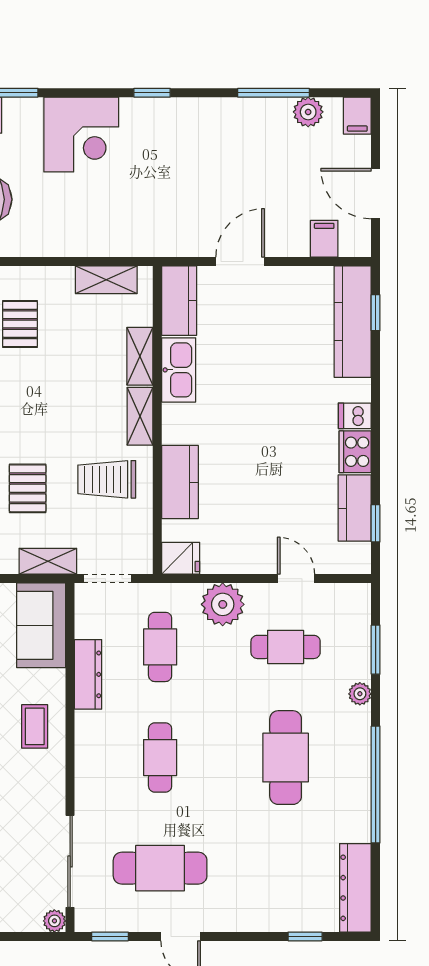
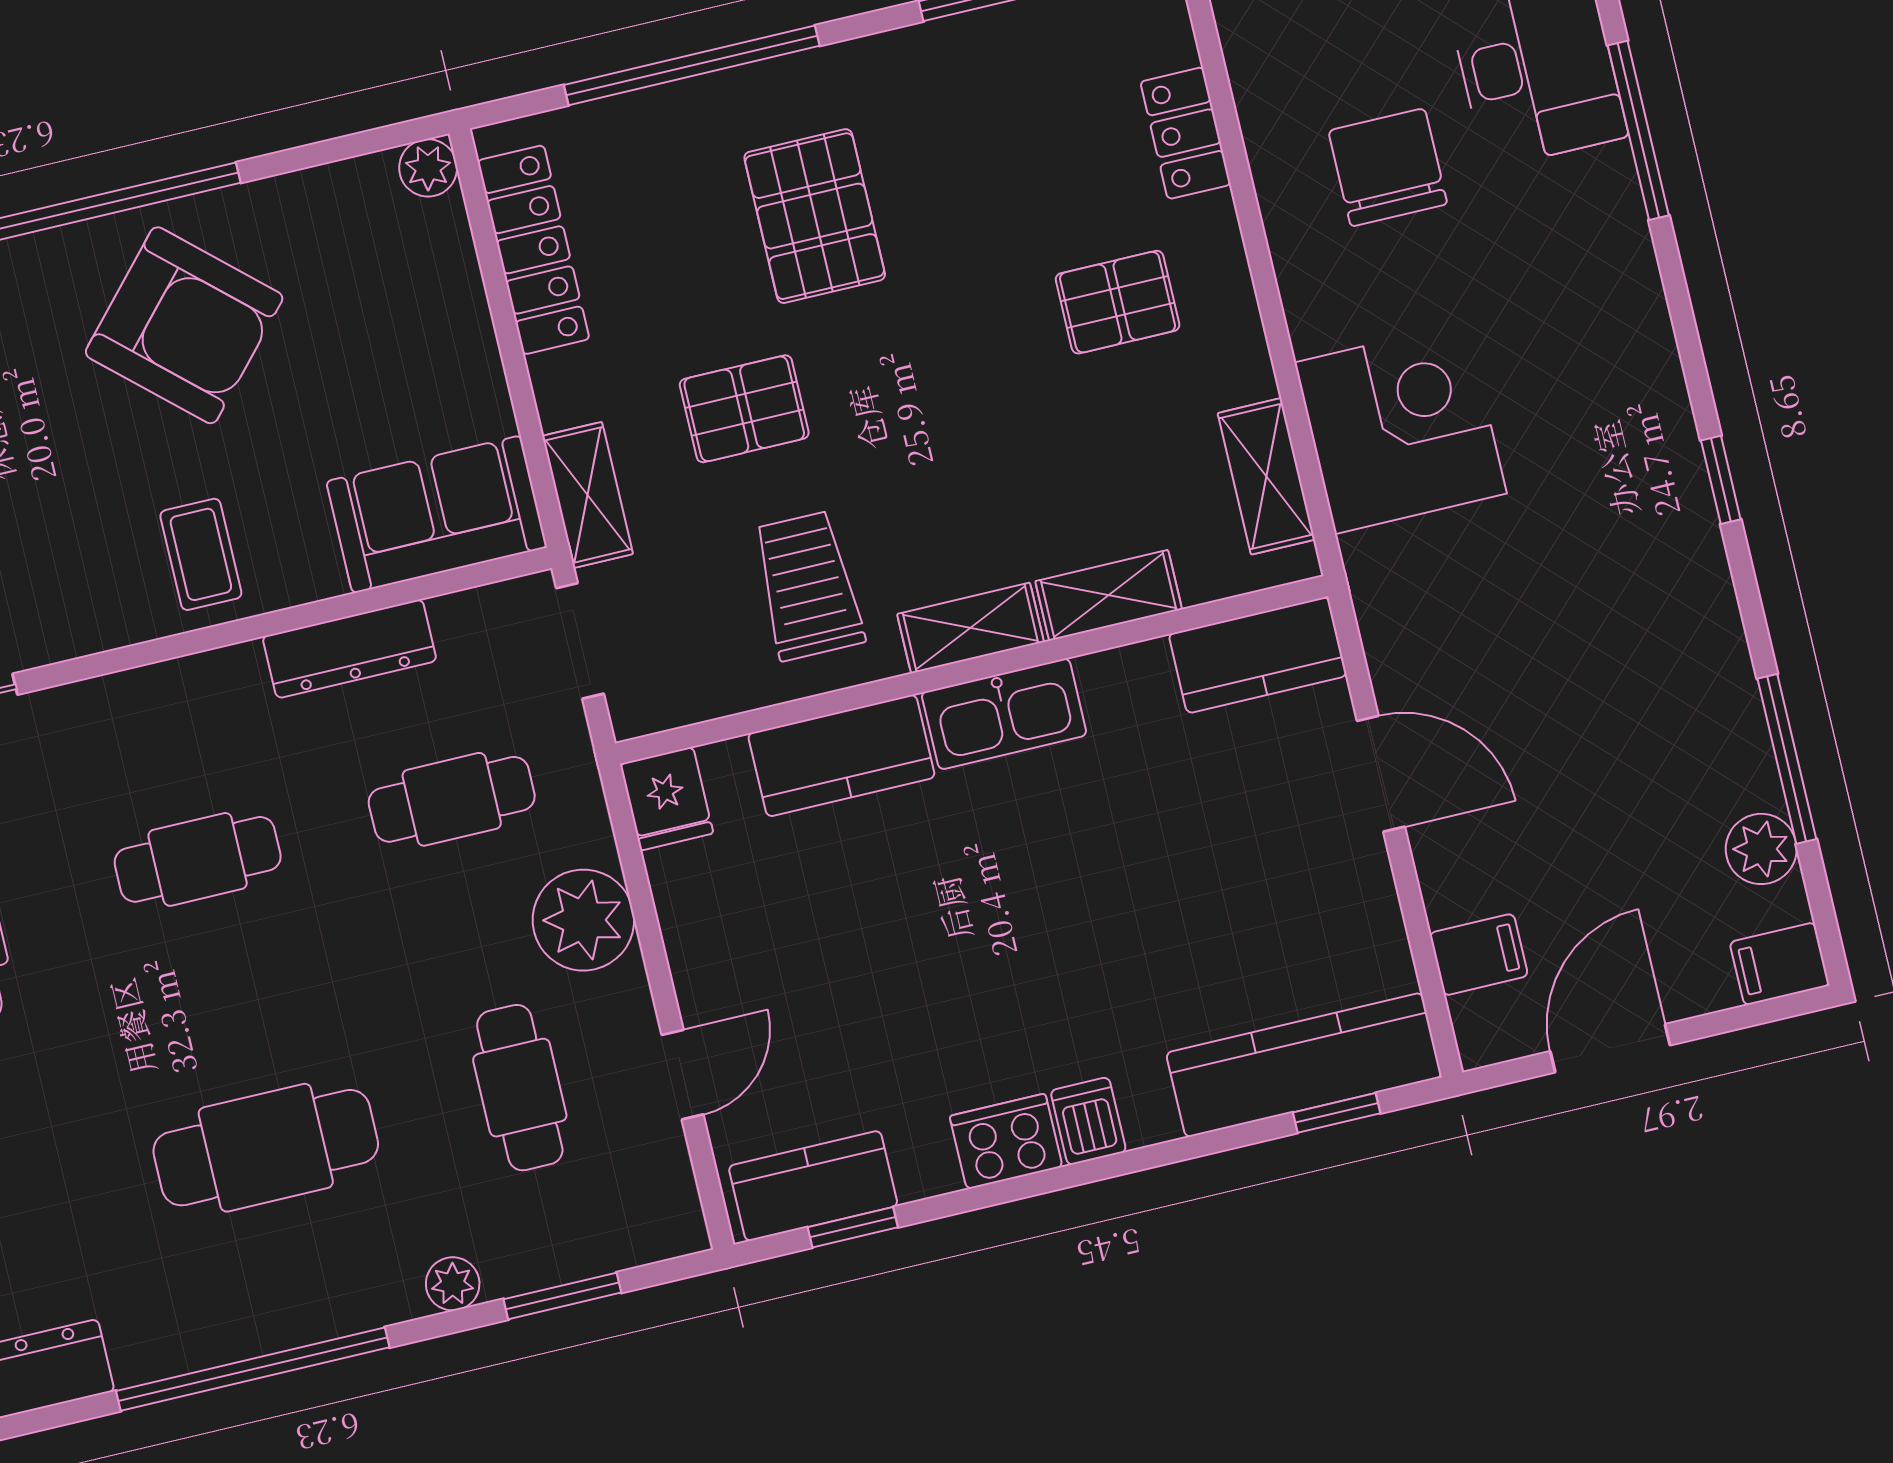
corner desk: (81, 134) -> (1401, 428), moved, turned 180
kitchen sink: (179, 370) -> (1004, 714), moved
kitchen counter: (355, 508) -> (813, 1186), moved
coffee table: (35, 726) -> (201, 554), turned 90

